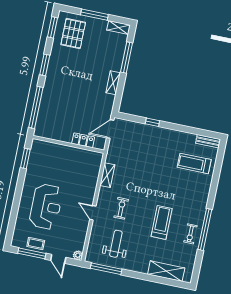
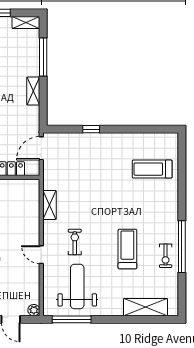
bench: (208, 141) -> (164, 138), removed
weight bench: (116, 244) -> (77, 287), width x1.36, depth x1.33

